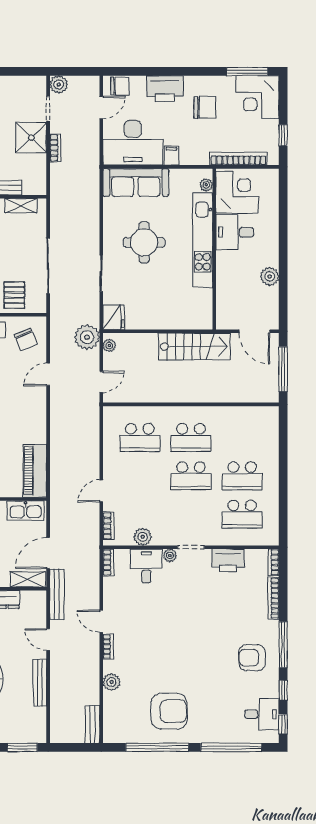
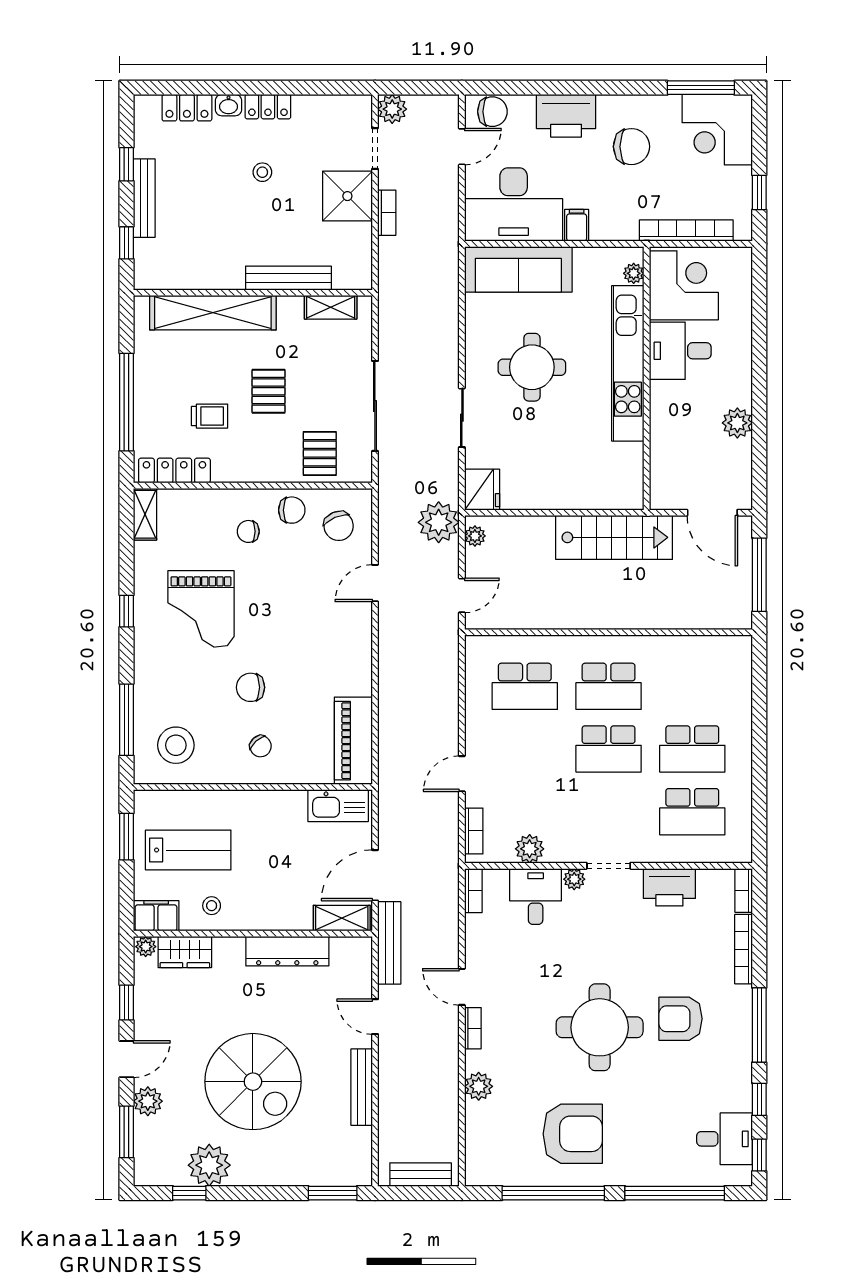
round table: (185, 646) -> (600, 1027), added
armchair: (252, 658) -> (681, 1019), moved
bench: (92, 724) -> (421, 1175), moved, turned 90

